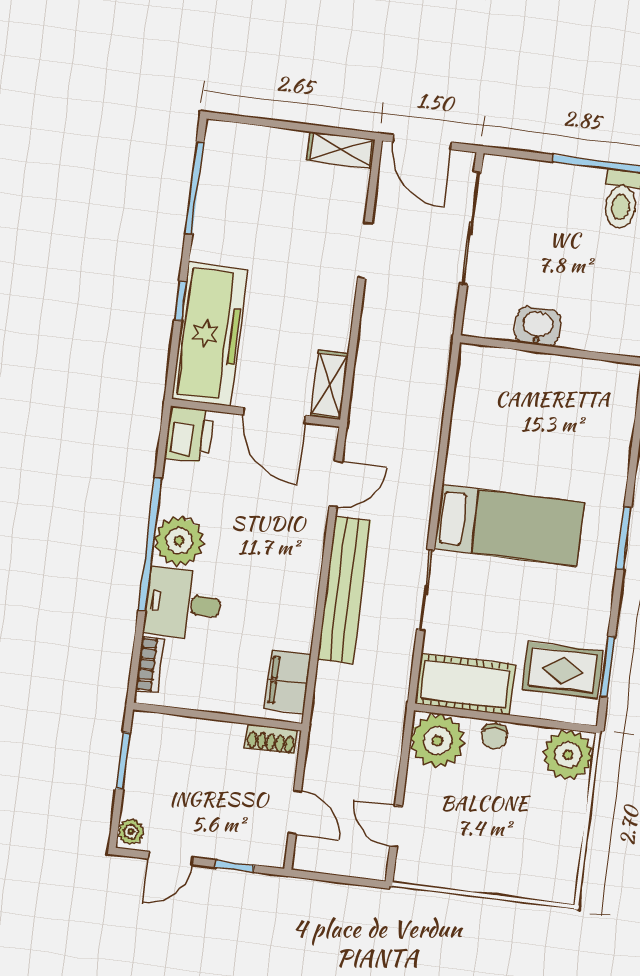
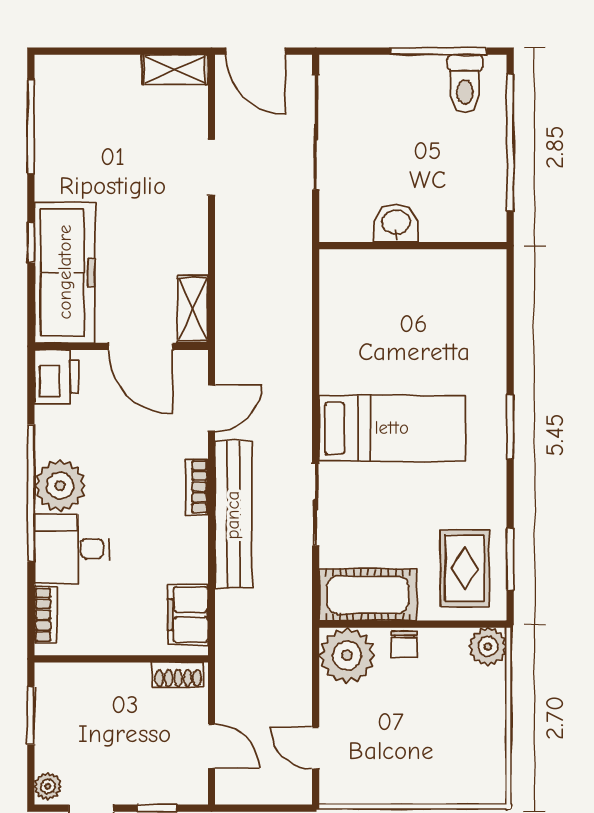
bookcase: (312, 558) -> (197, 487), added
rug: (563, 670) -> (465, 568), turned 90
plant: (568, 755) -> (488, 646), width x0.73, depth x0.73

